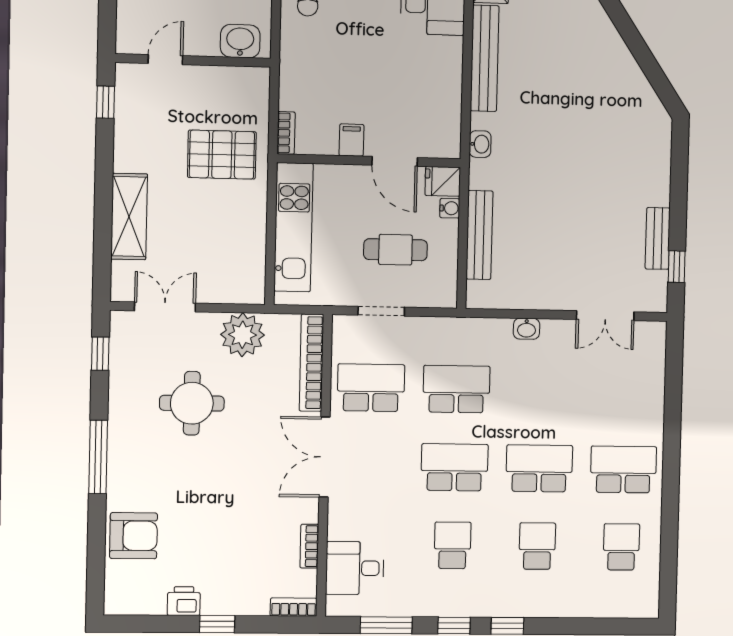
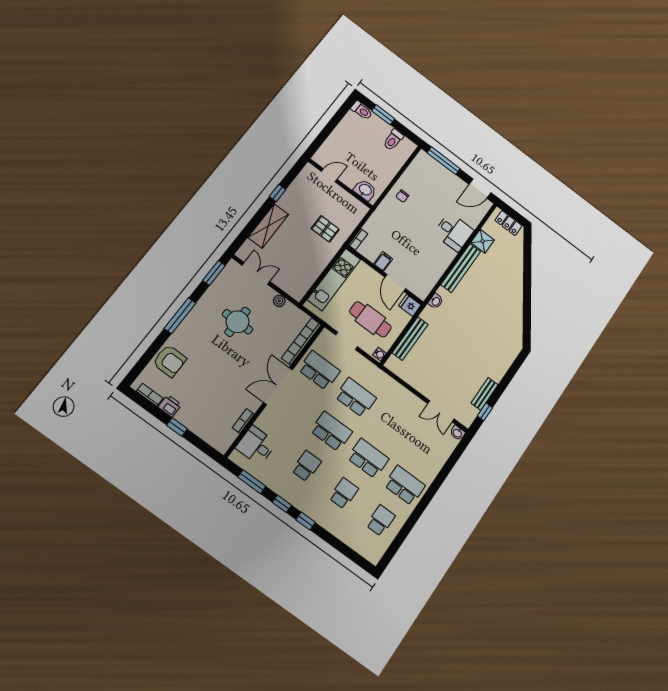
window: (106, 102) -> (278, 193), moved
pallet: (222, 155) -> (325, 229), width x0.67, depth x0.71
water cooler: (450, 208) -> (379, 354), moved
cafe table: (395, 250) -> (370, 319), width x1.37, depth x1.35
washbasin: (527, 329) -> (457, 433), moved
plant: (242, 335) -> (279, 301), width x0.53, depth x0.53
window: (100, 354) -> (214, 273), width x1.50
bookcase: (294, 607) -> (150, 395), moved

